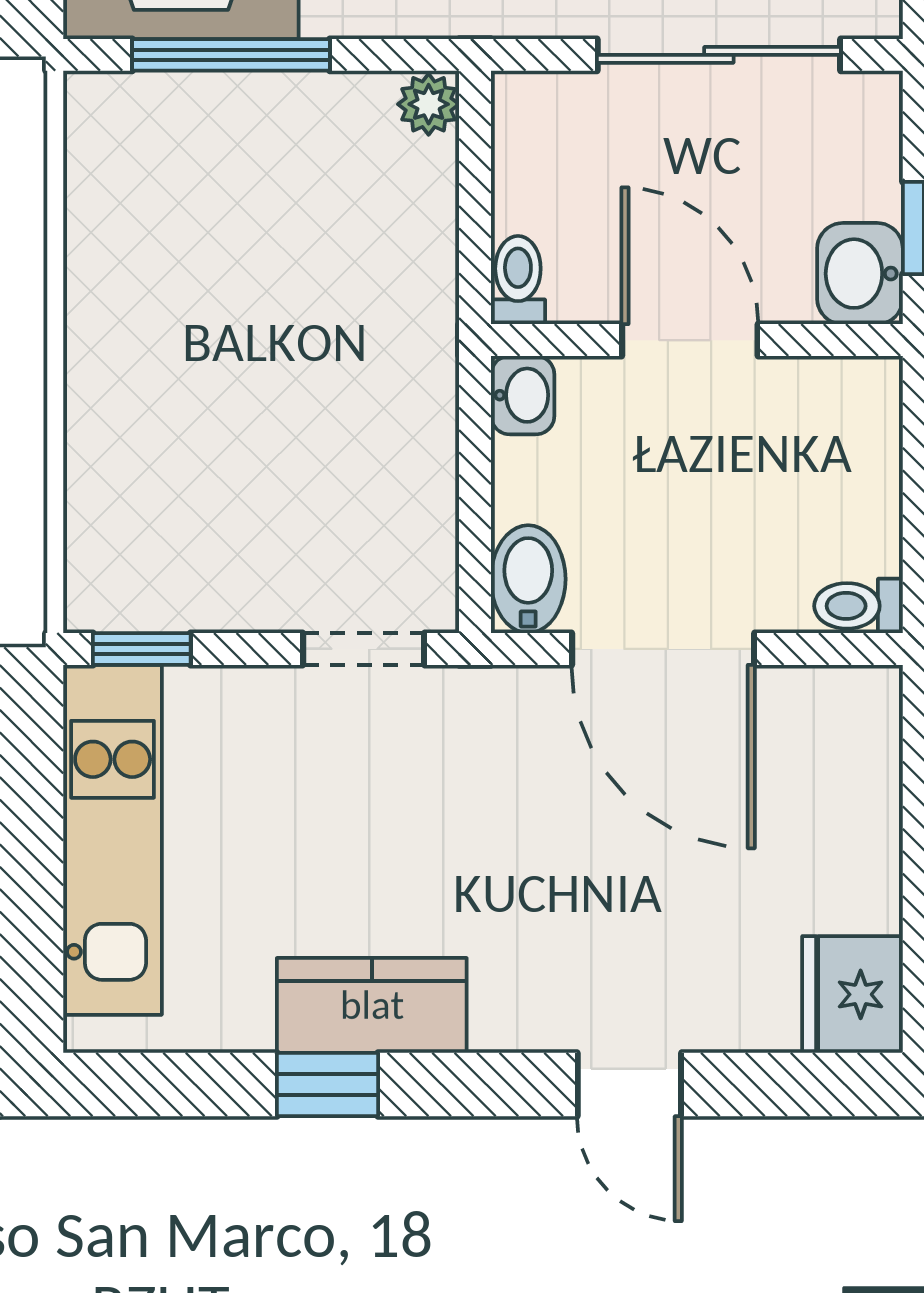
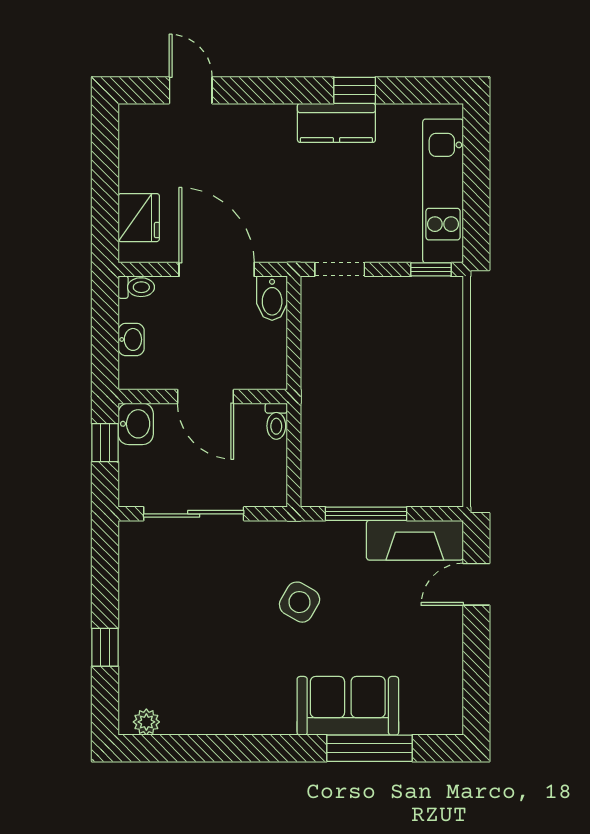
window: (231, 55) -> (366, 514), moved
plant: (429, 104) -> (313, 493), removed
washbasin: (523, 395) -> (131, 339), moved, turned 180
fridge: (852, 994) -> (139, 218), moved
door: (629, 1085) -> (191, 90), moved

